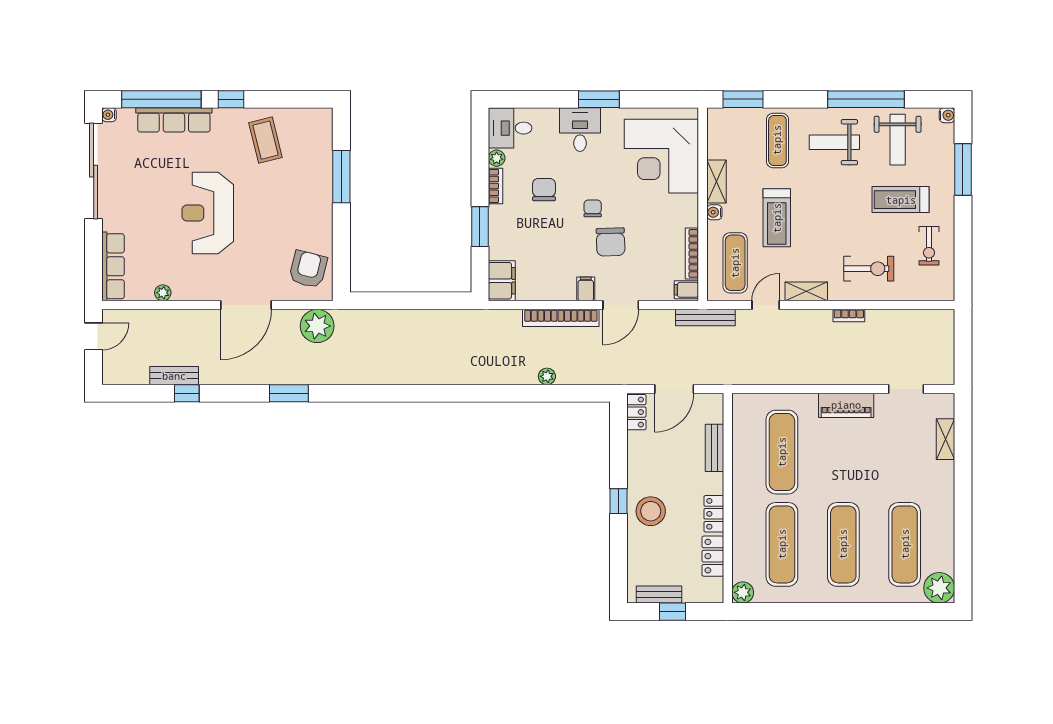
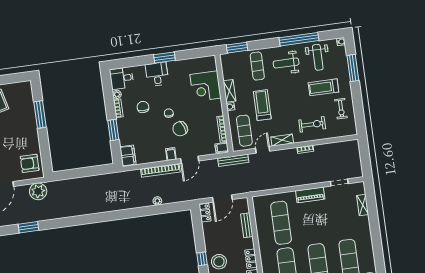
corner desk: (661, 156) -> (205, 86), width x0.74, depth x0.74
treadmill: (777, 218) -> (262, 105), turned 180
chair: (611, 242) -> (180, 129), turned 71
armchair: (308, 269) -> (30, 163), turned -104

